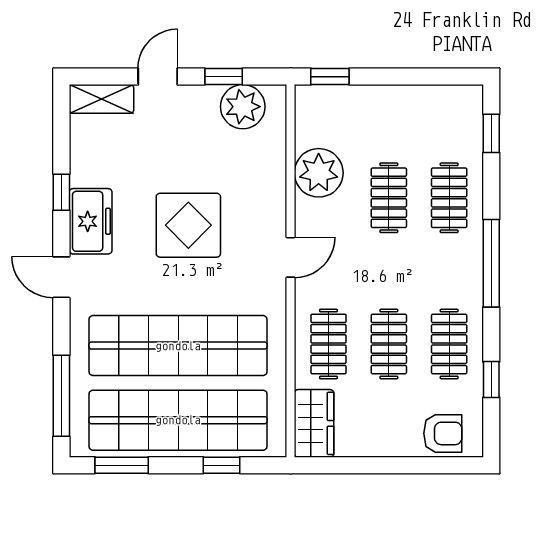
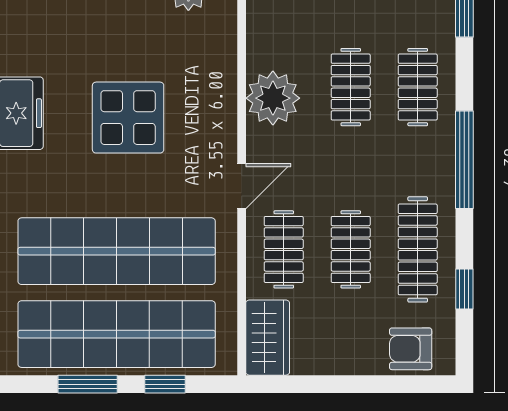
plant: (319, 173) -> (273, 98), moved
door: (291, 257) -> (242, 186), moved
clothes rail: (449, 344) -> (418, 249), width x1.36
armchair: (443, 433) -> (411, 349), turned 180
window: (122, 465) -> (88, 384), moved

